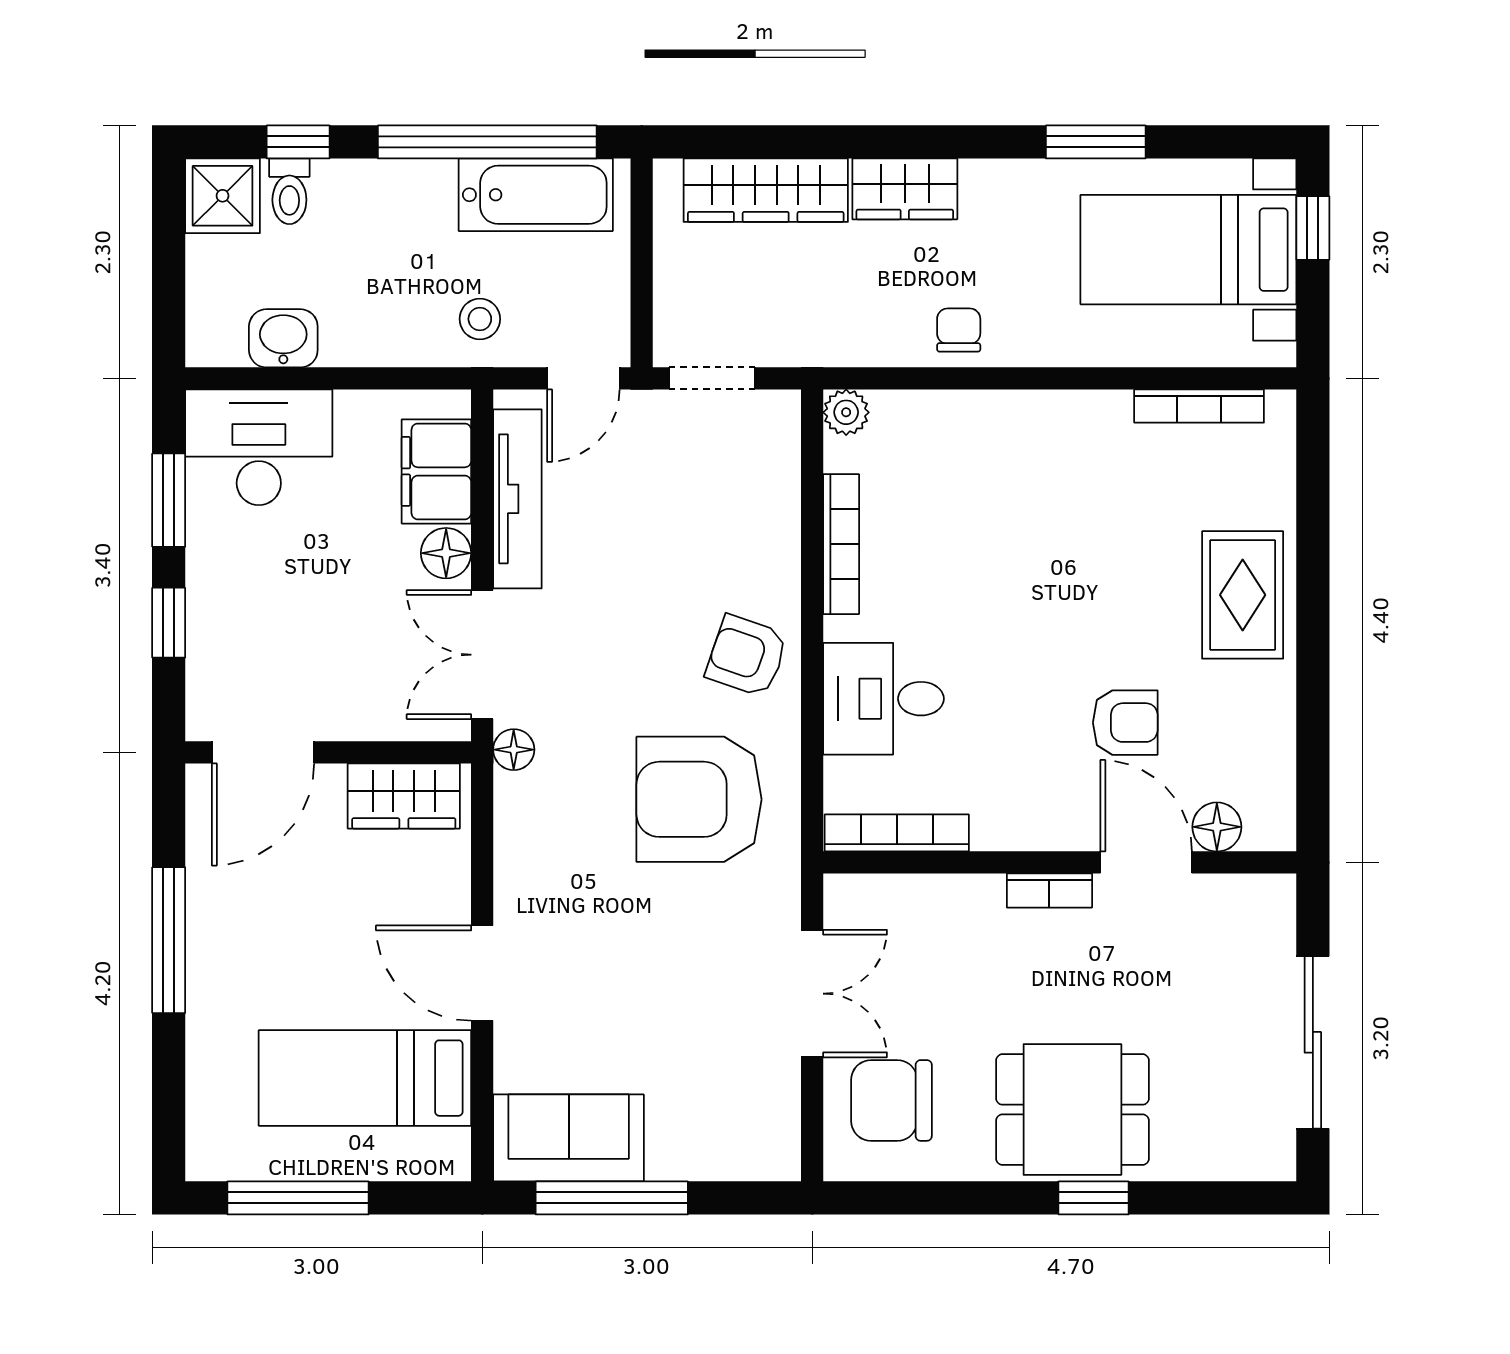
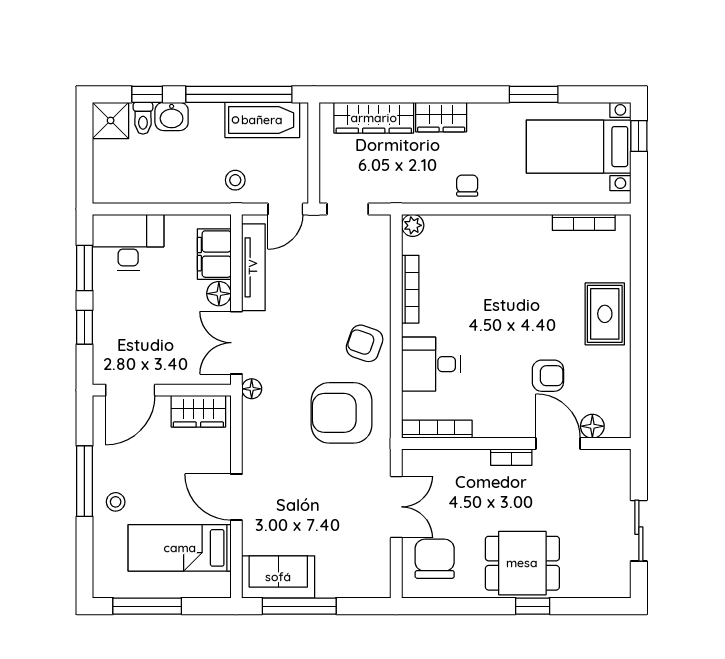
washbasin: (283, 338) -> (172, 116), moved, turned 180
stool: (233, 983) -> (116, 502), added
sliding door: (1313, 1042) -> (639, 531), width x0.73
chair: (891, 1100) -> (435, 559), turned 90

